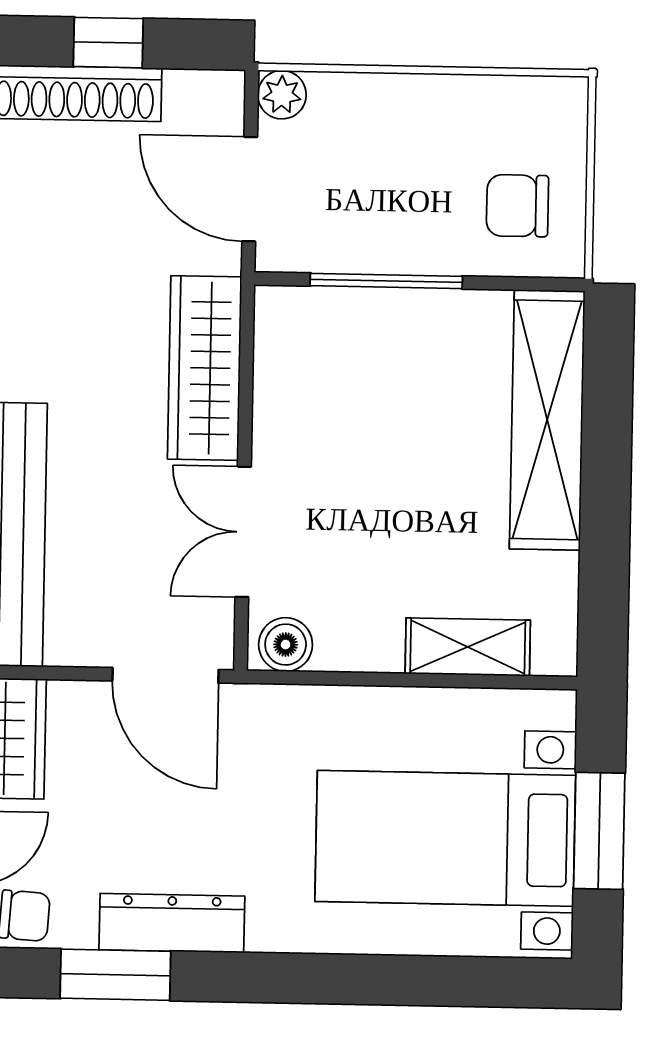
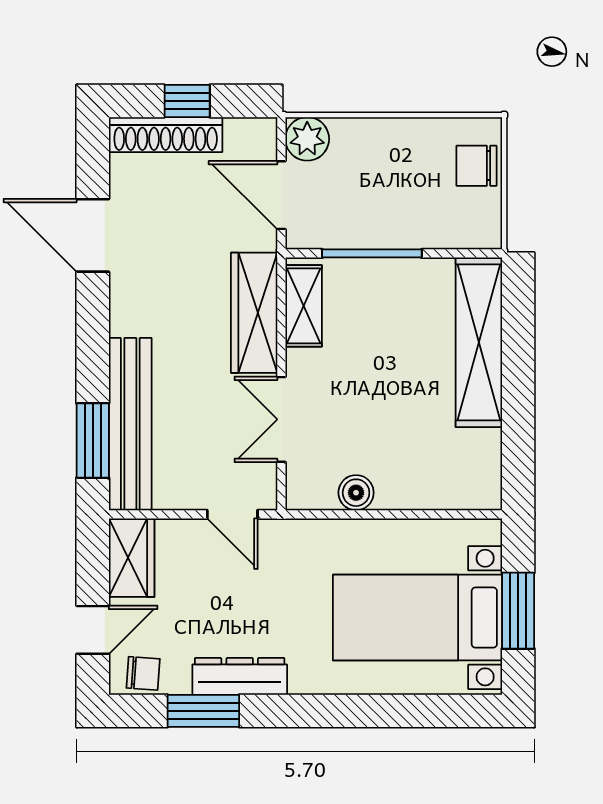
plant: (282, 95) -> (307, 139), width x1.38, depth x1.38
chair: (517, 206) -> (477, 166), moved
boiler: (286, 645) -> (356, 493), moved
shelving: (468, 647) -> (304, 306), moved, turned 90
door: (165, 675) -> (232, 514), width x0.73

